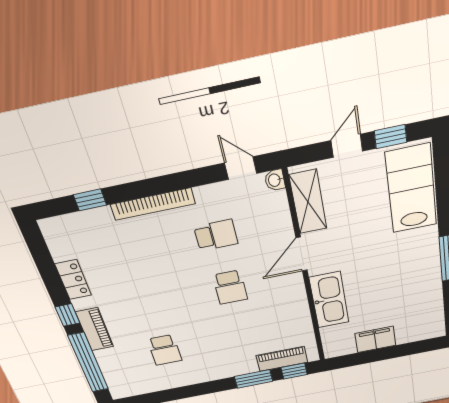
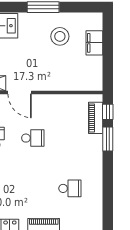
stool: (403, 290) -> (60, 36), added
kitchen sink: (329, 300) -> (56, 81), removed
filing cabinet: (375, 339) -> (94, 43), moved

